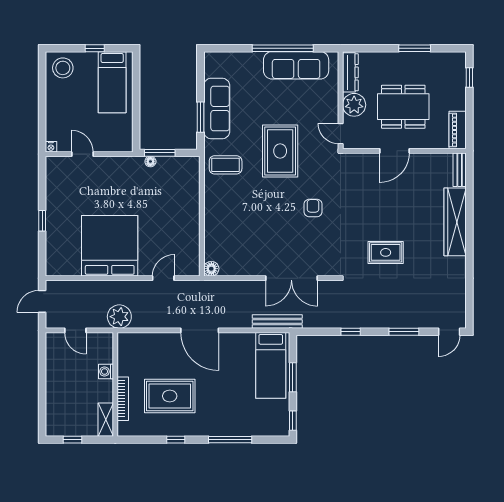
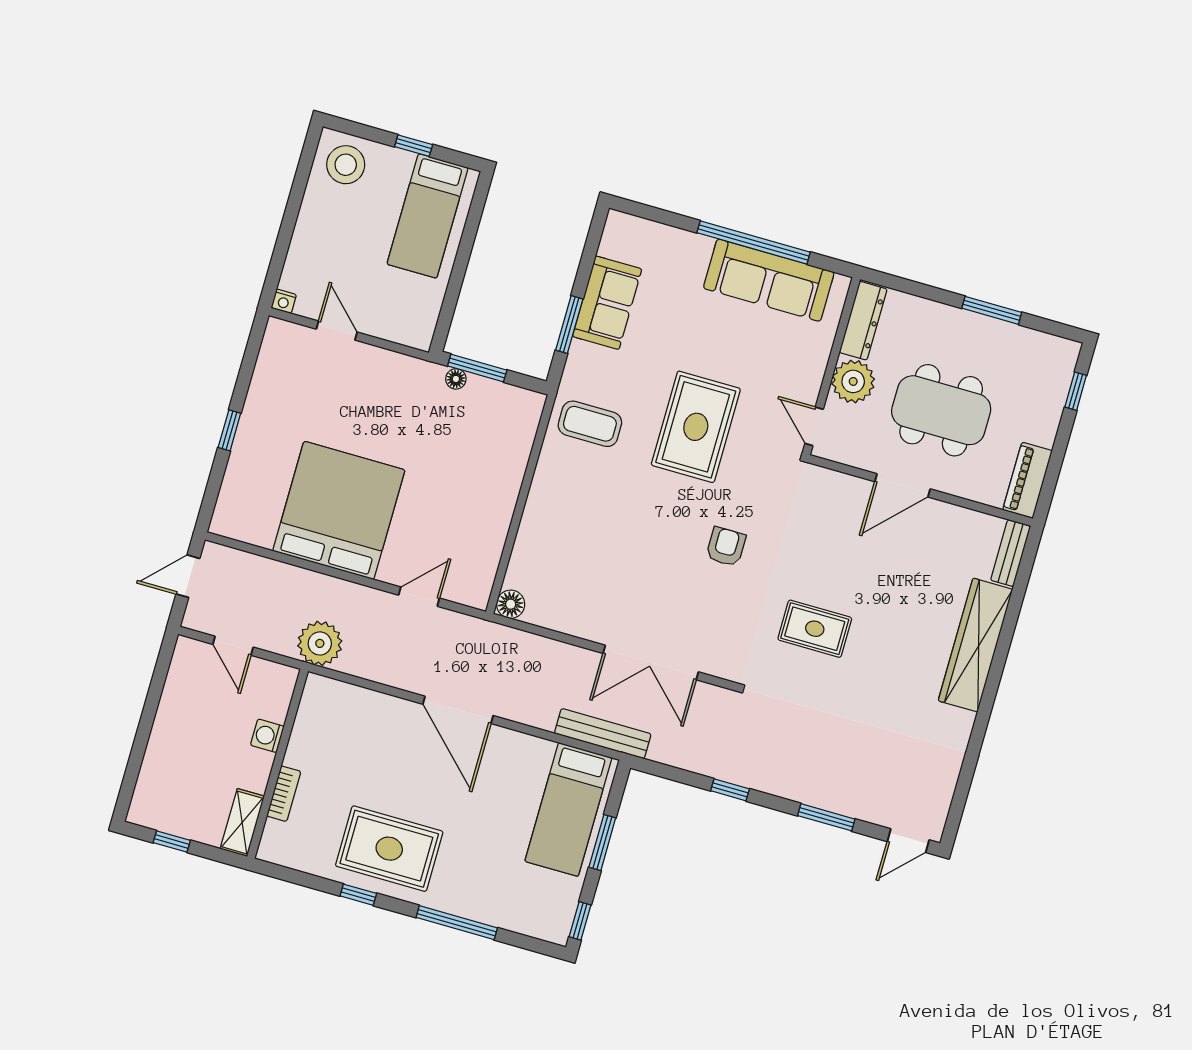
sofa: (217, 108) -> (607, 303), width x0.73
rug: (386, 252) -> (815, 629), moved
rug: (170, 396) -> (389, 849), moved
bookcase: (123, 399) -> (284, 794), width x0.64

